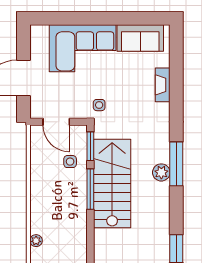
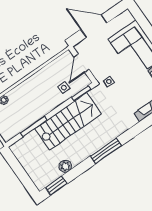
plant: (161, 172) -> (65, 166), moved
window: (90, 189) -> (34, 126), moved

